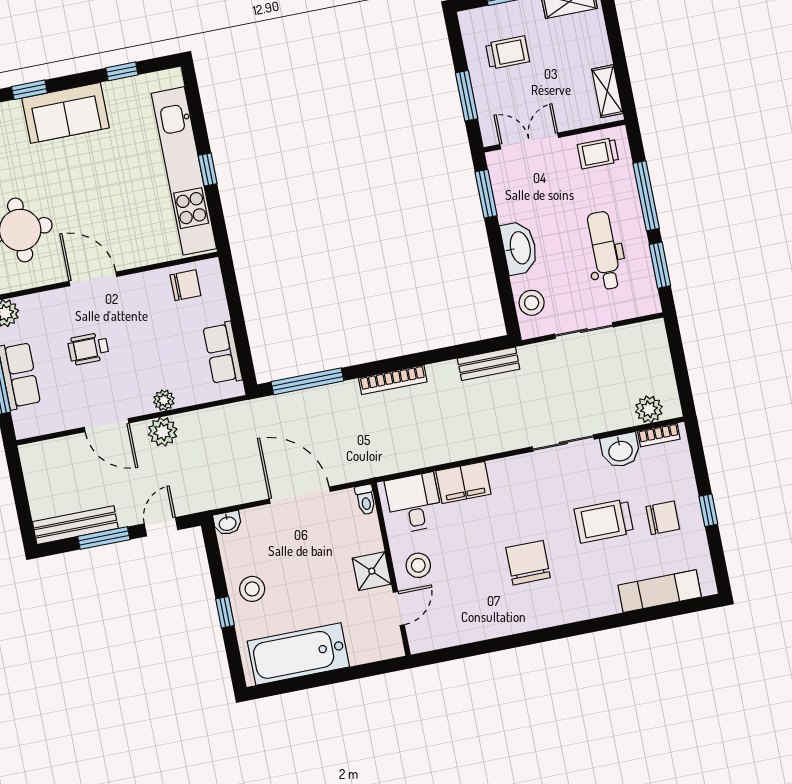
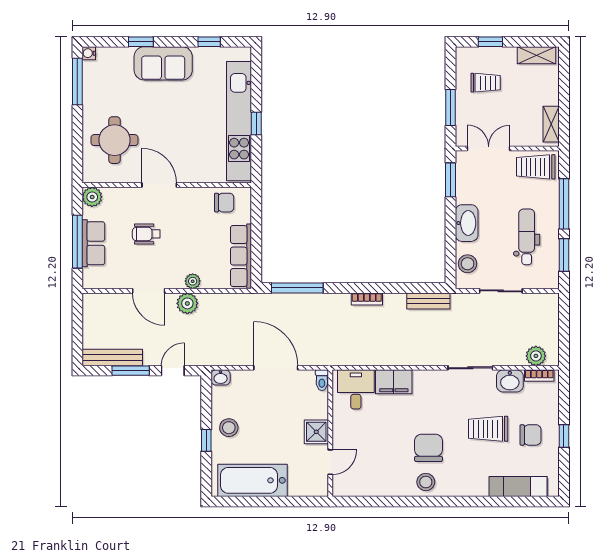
trolley: (598, 153) -> (536, 167), width x1.36, depth x1.39
row of seats: (223, 353) -> (241, 256), width x1.48
bookcase: (393, 380) -> (367, 299), width x0.64
stool: (418, 565) -> (426, 482), moved

